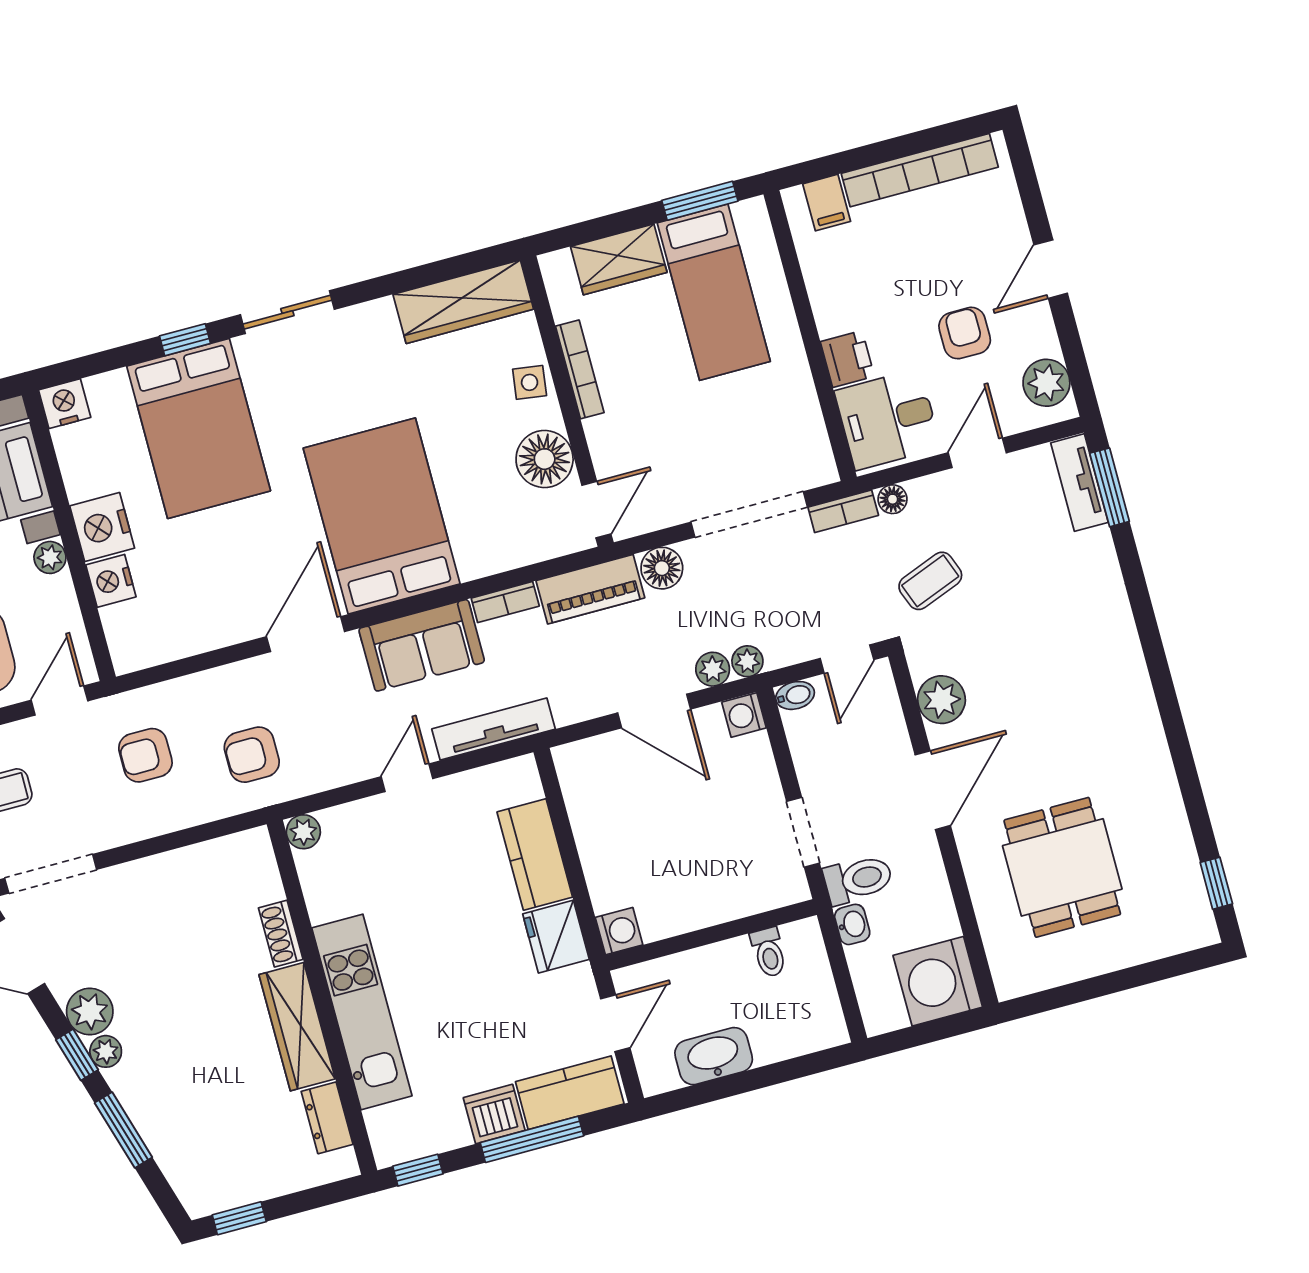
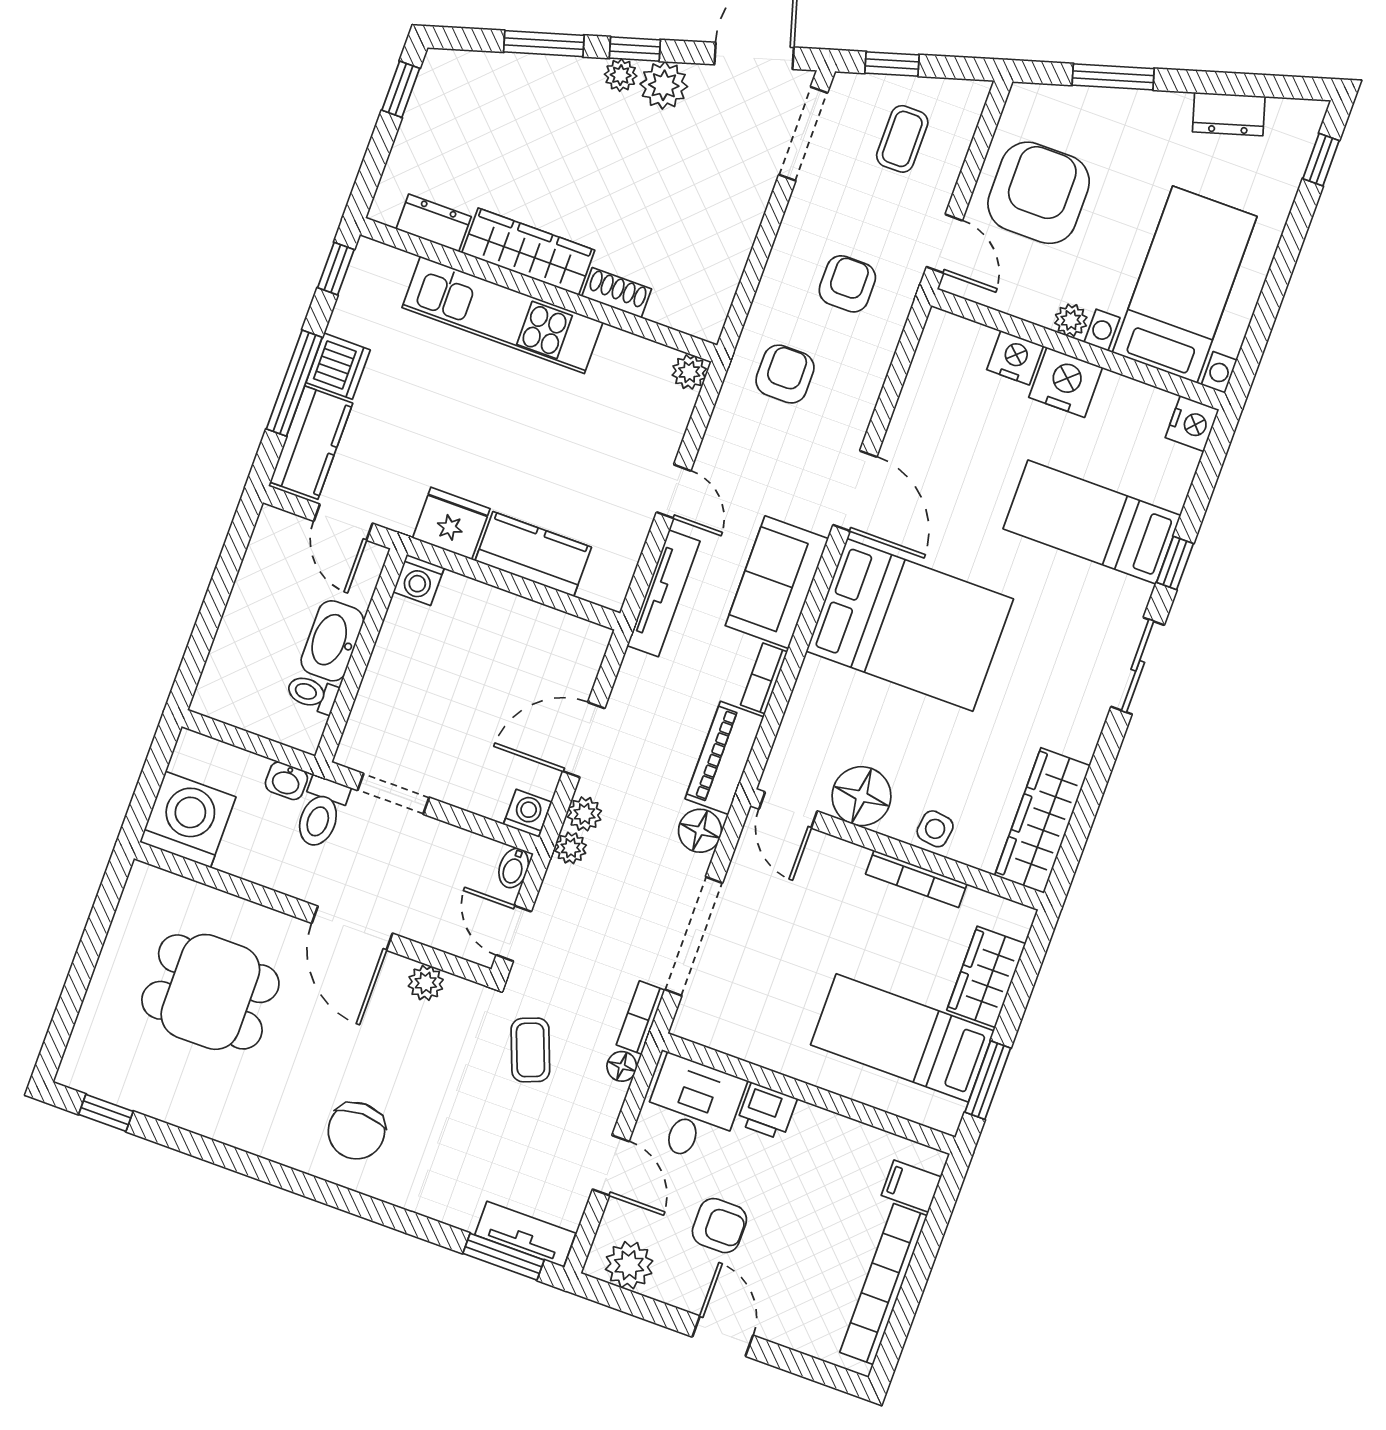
bed: (199, 428) -> (1092, 522), width x0.67
chair: (1091, 674) -> (356, 1131), added
plant: (941, 700) -> (426, 983), width x0.73, depth x0.73
washbasin: (714, 1056) -> (332, 641), moved, turned 180

